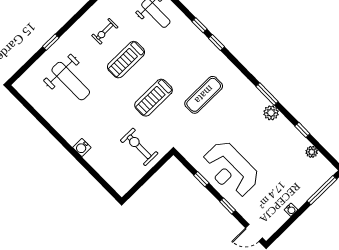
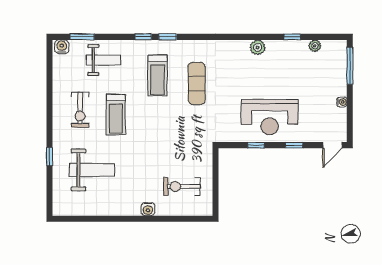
exercise bike: (105, 31) -> (80, 110), width x1.38, depth x1.39
window: (267, 94) -> (241, 37), removed
treadmill: (154, 98) -> (157, 76), moved
exercise bike: (139, 147) -> (182, 186), moved

